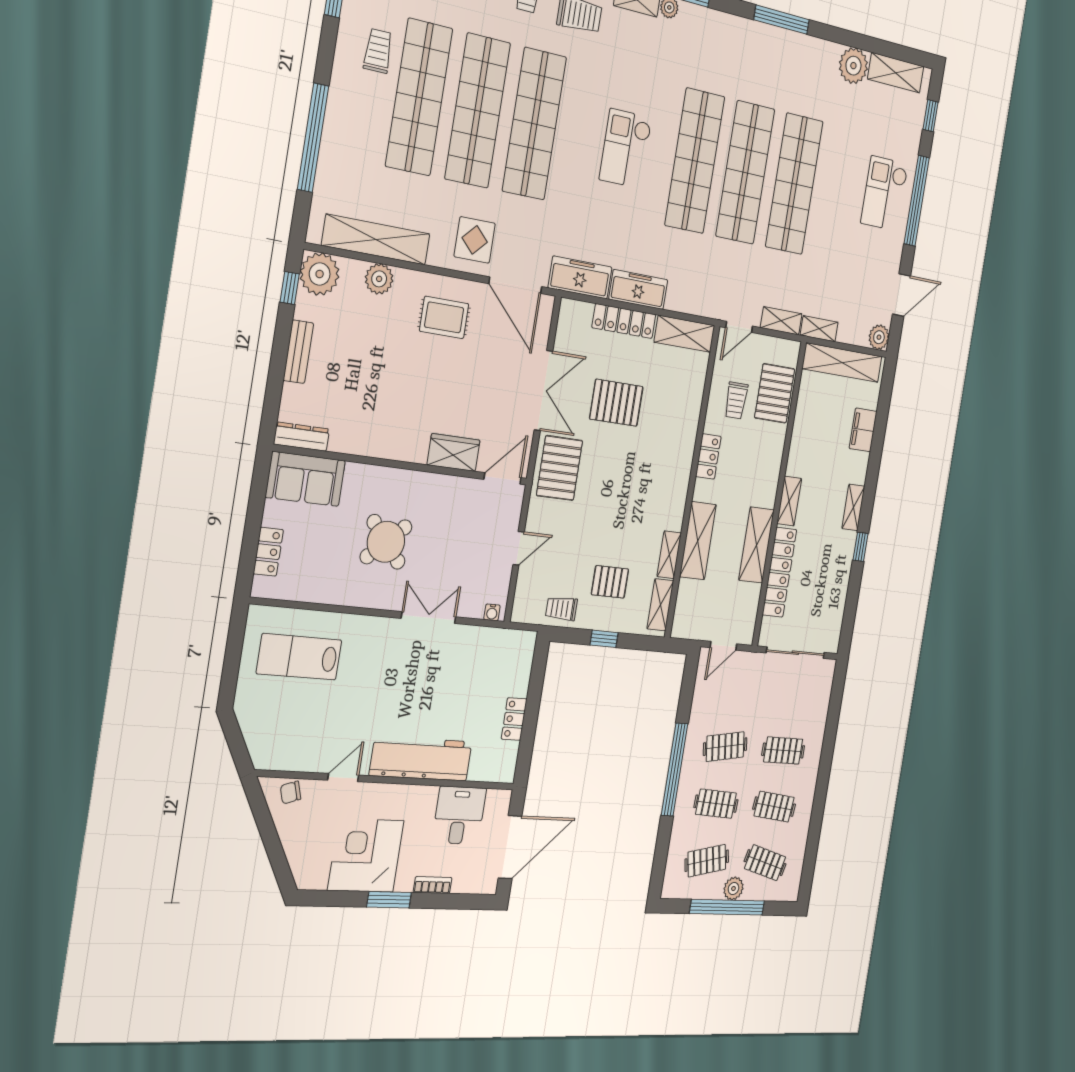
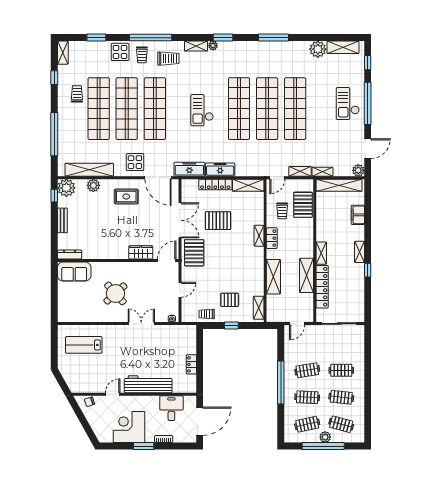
locker: (268, 552) -> (63, 303), removed
shelving: (669, 555) -> (259, 236), moved

